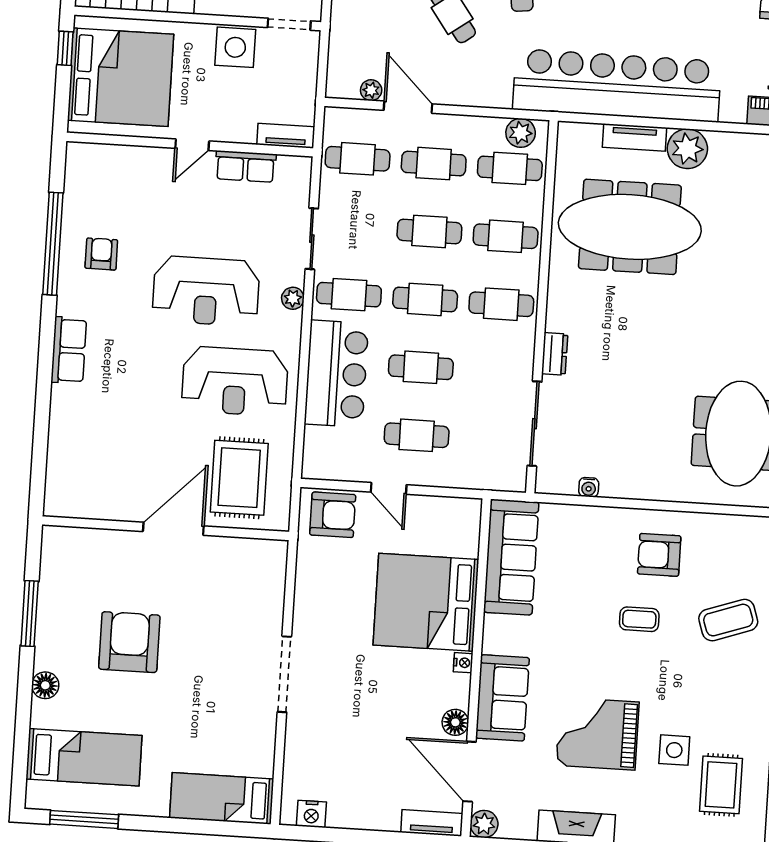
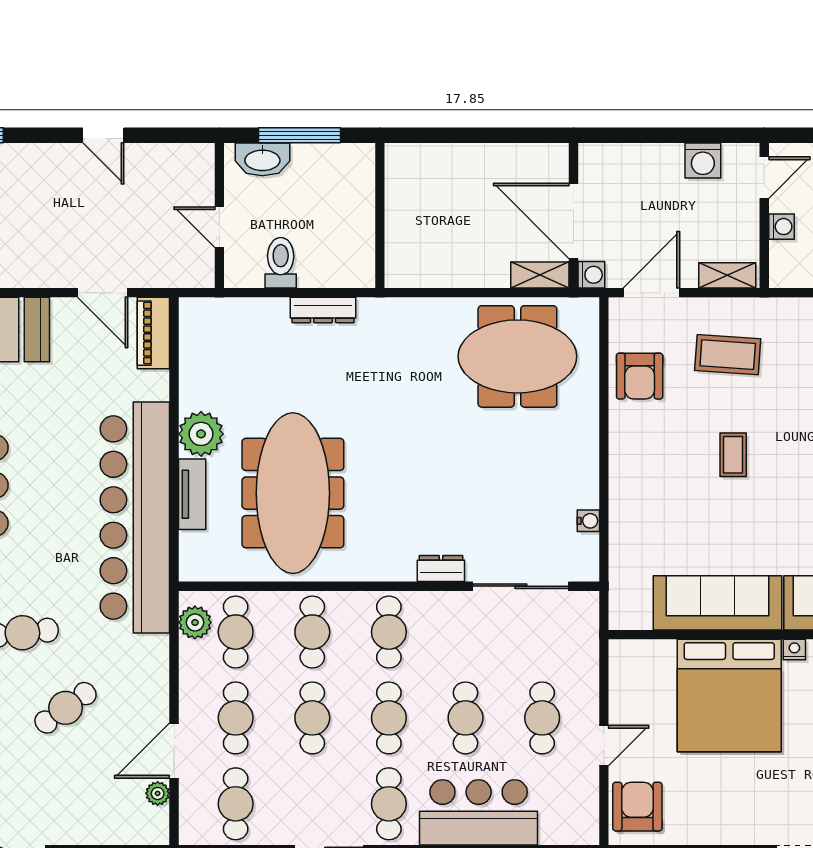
armchair: (659, 555) -> (640, 376), moved
sofa: (511, 557) -> (718, 603), moved
coffee table: (728, 620) -> (728, 355), turned -67

